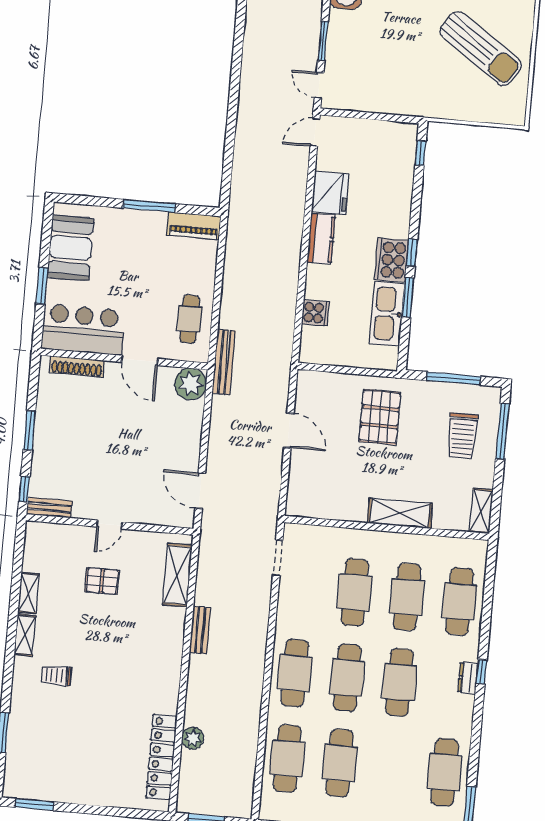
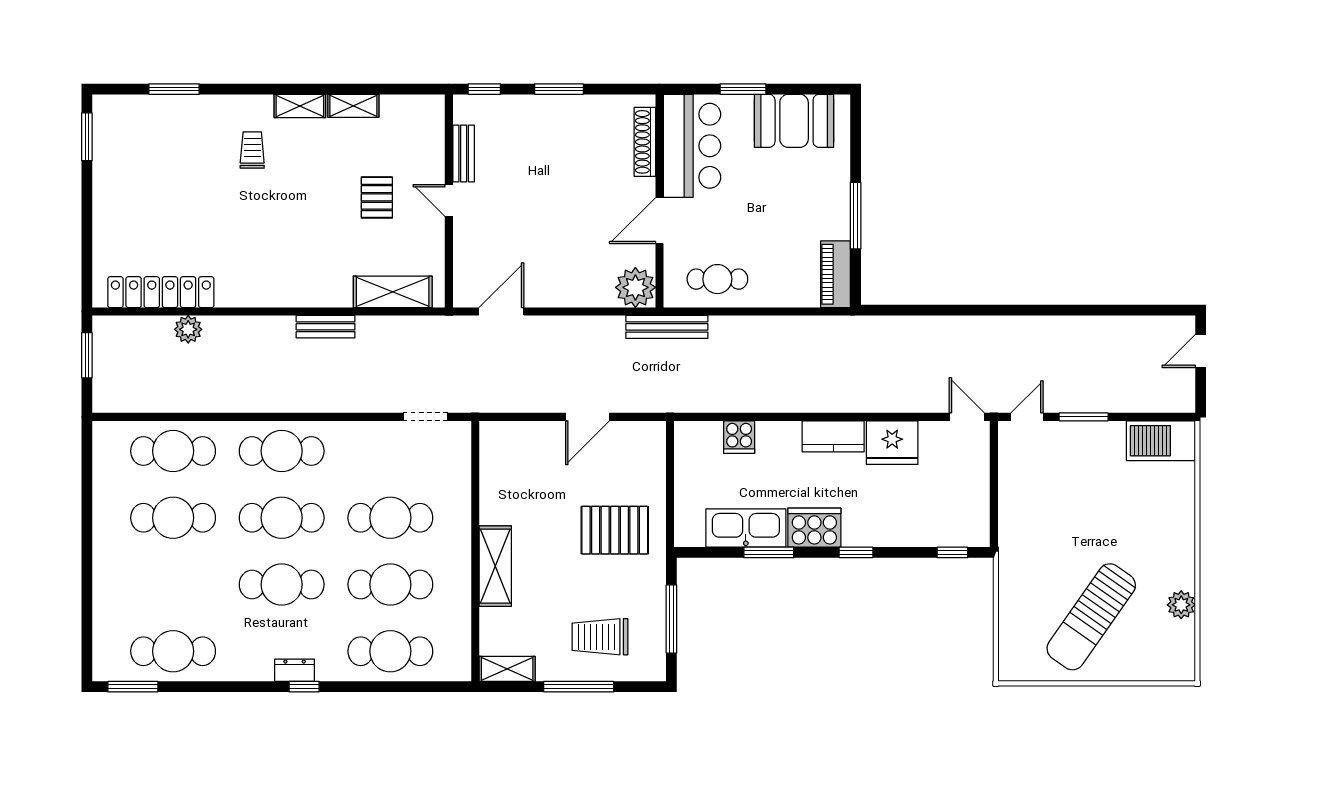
window: (412, 253) -> (856, 552), moved
window: (502, 431) -> (579, 687), moved
bench: (49, 508) -> (464, 153), moved

